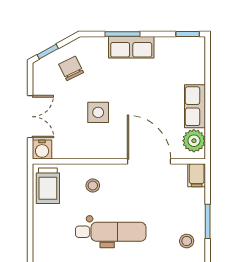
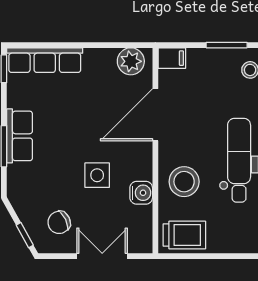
chair: (71, 68) -> (59, 222), moved
row of seats: (195, 106) -> (45, 60), moved, width x1.48
water cooler: (42, 149) -> (141, 193), moved
stool: (93, 186) -> (184, 182), width x1.89, depth x1.89

